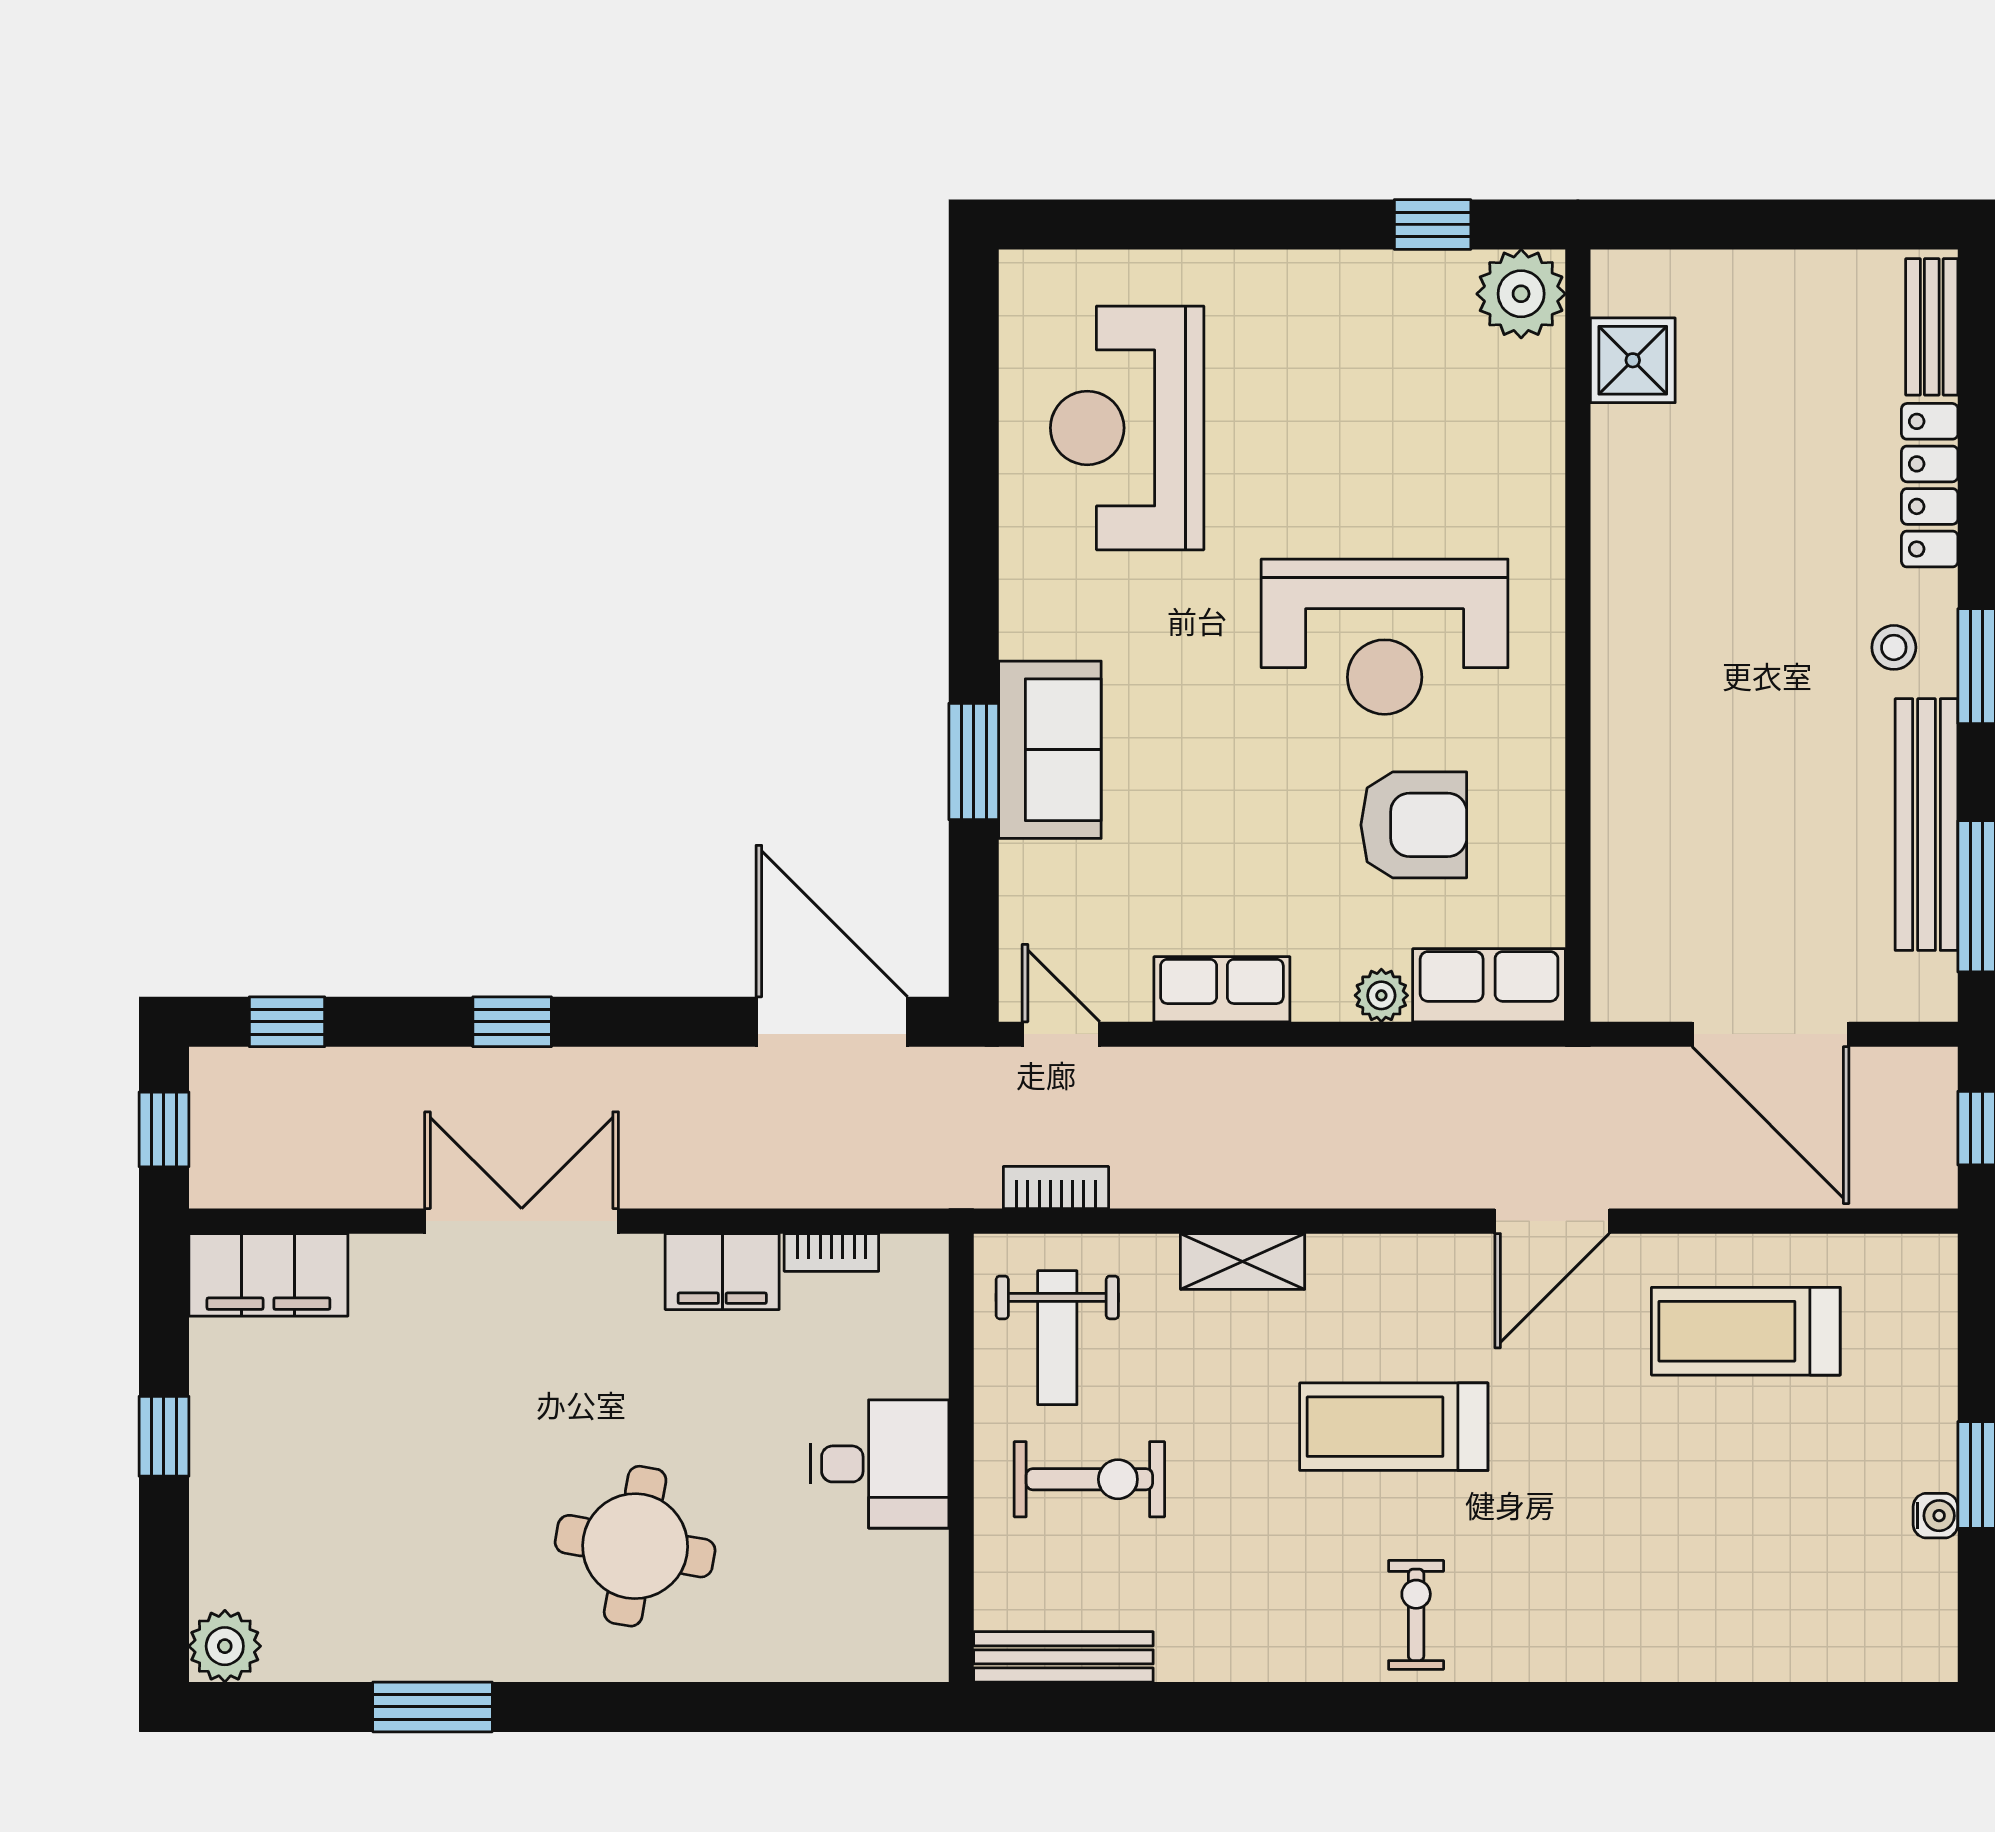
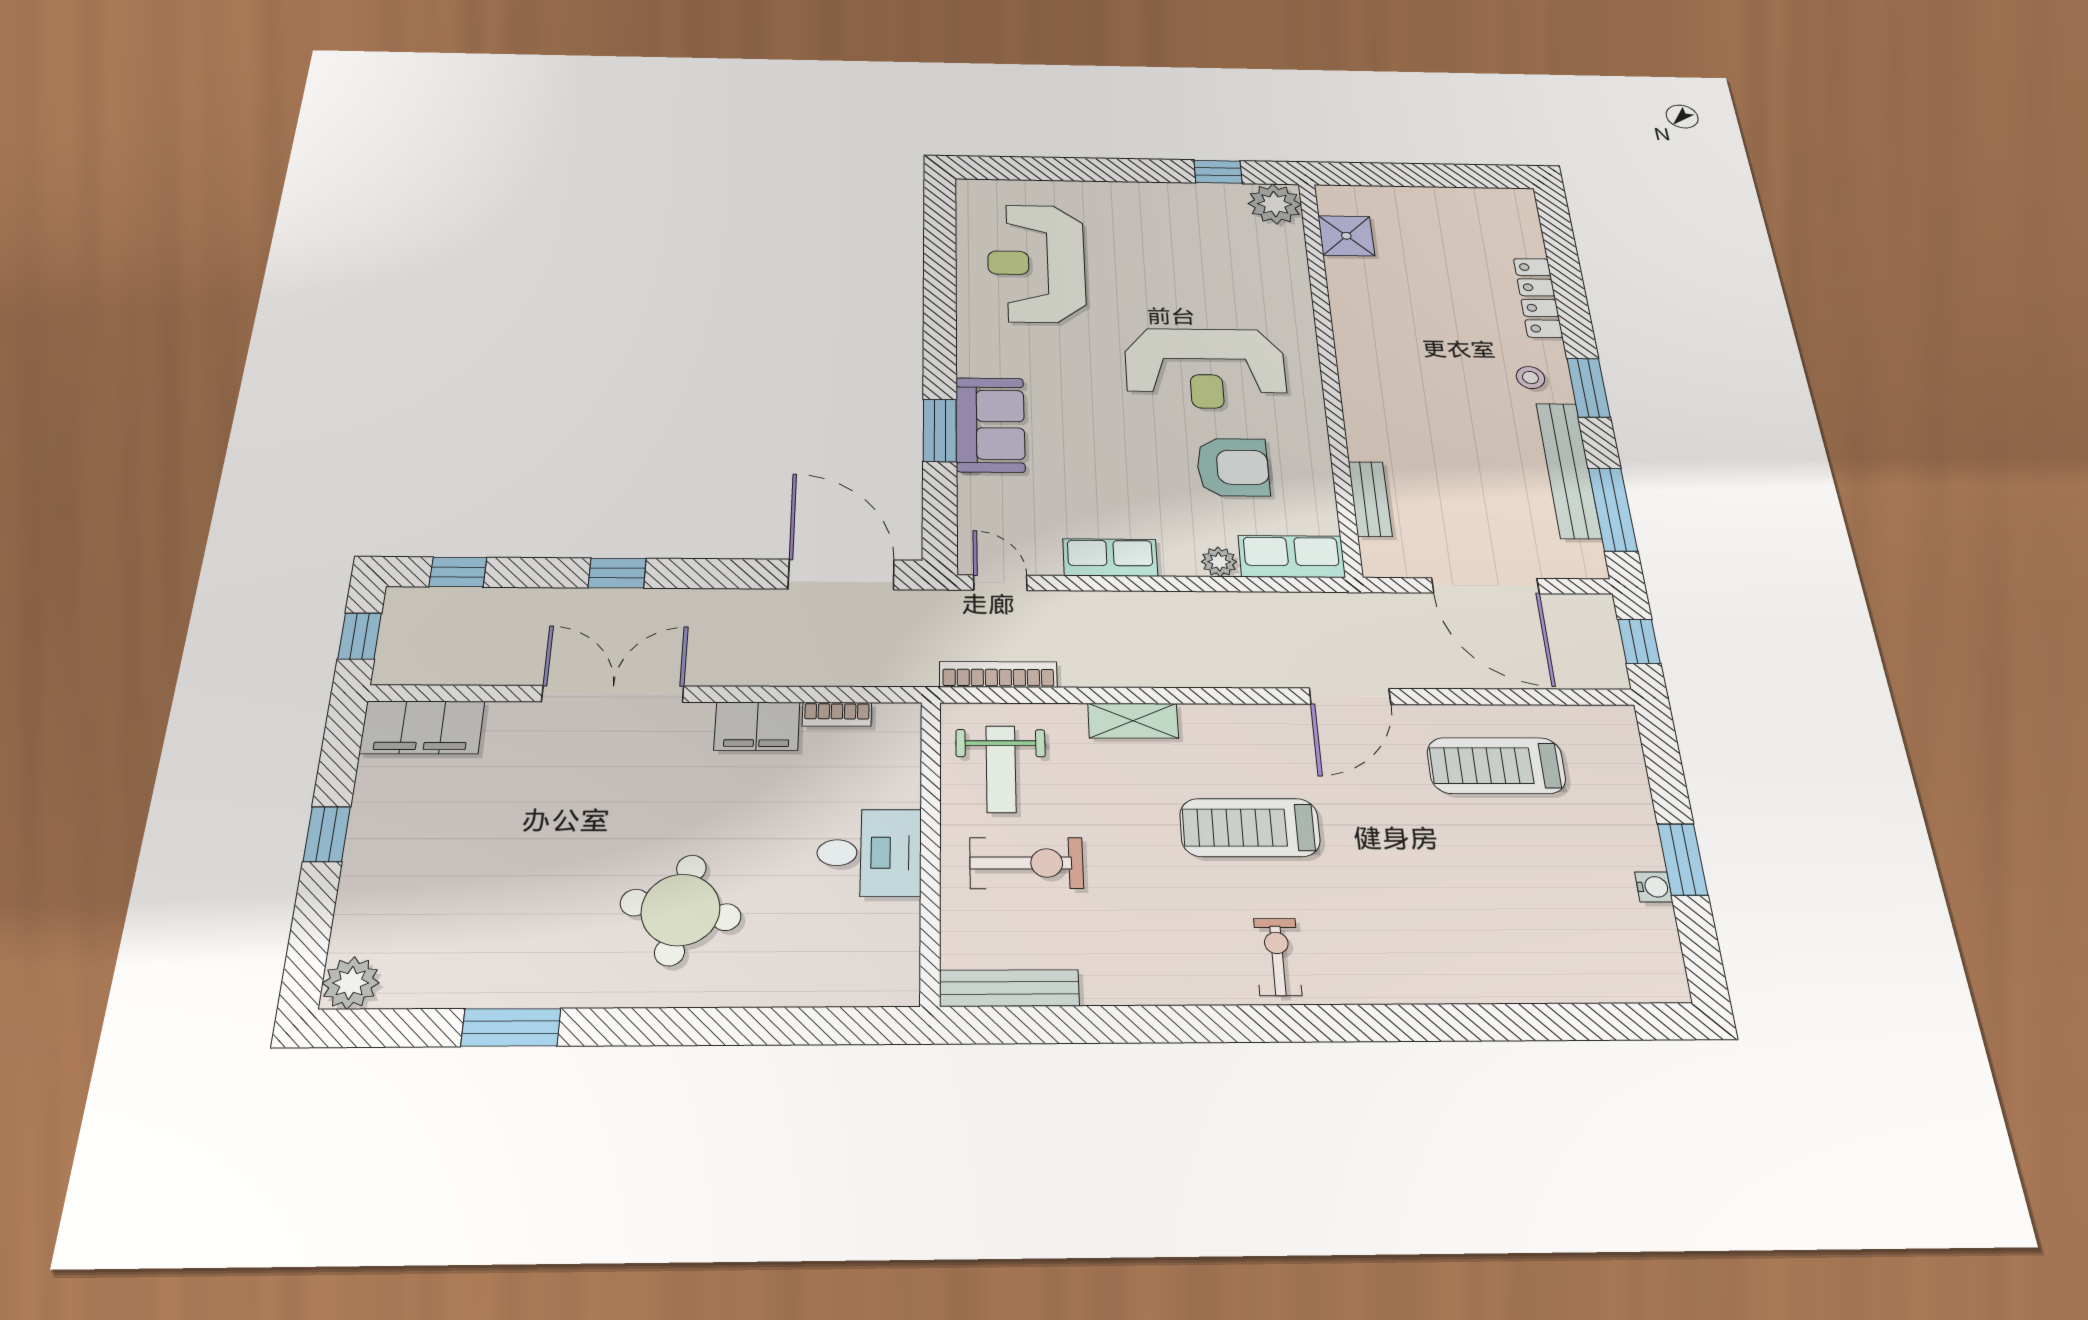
bench: (1932, 327) -> (1370, 499), moved
bookcase: (1056, 1188) -> (998, 674), width x1.56

